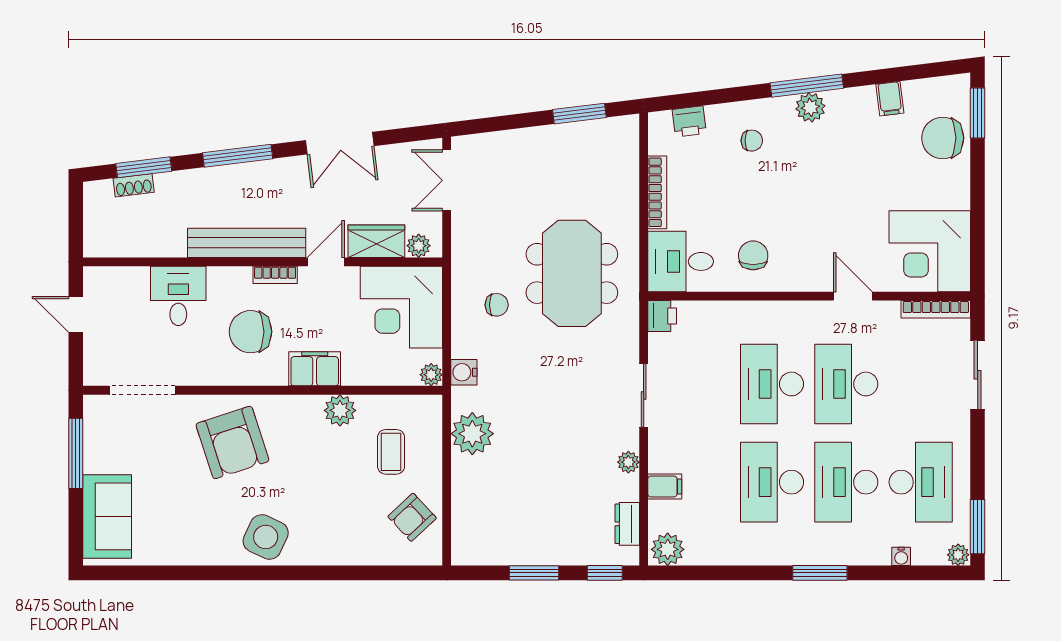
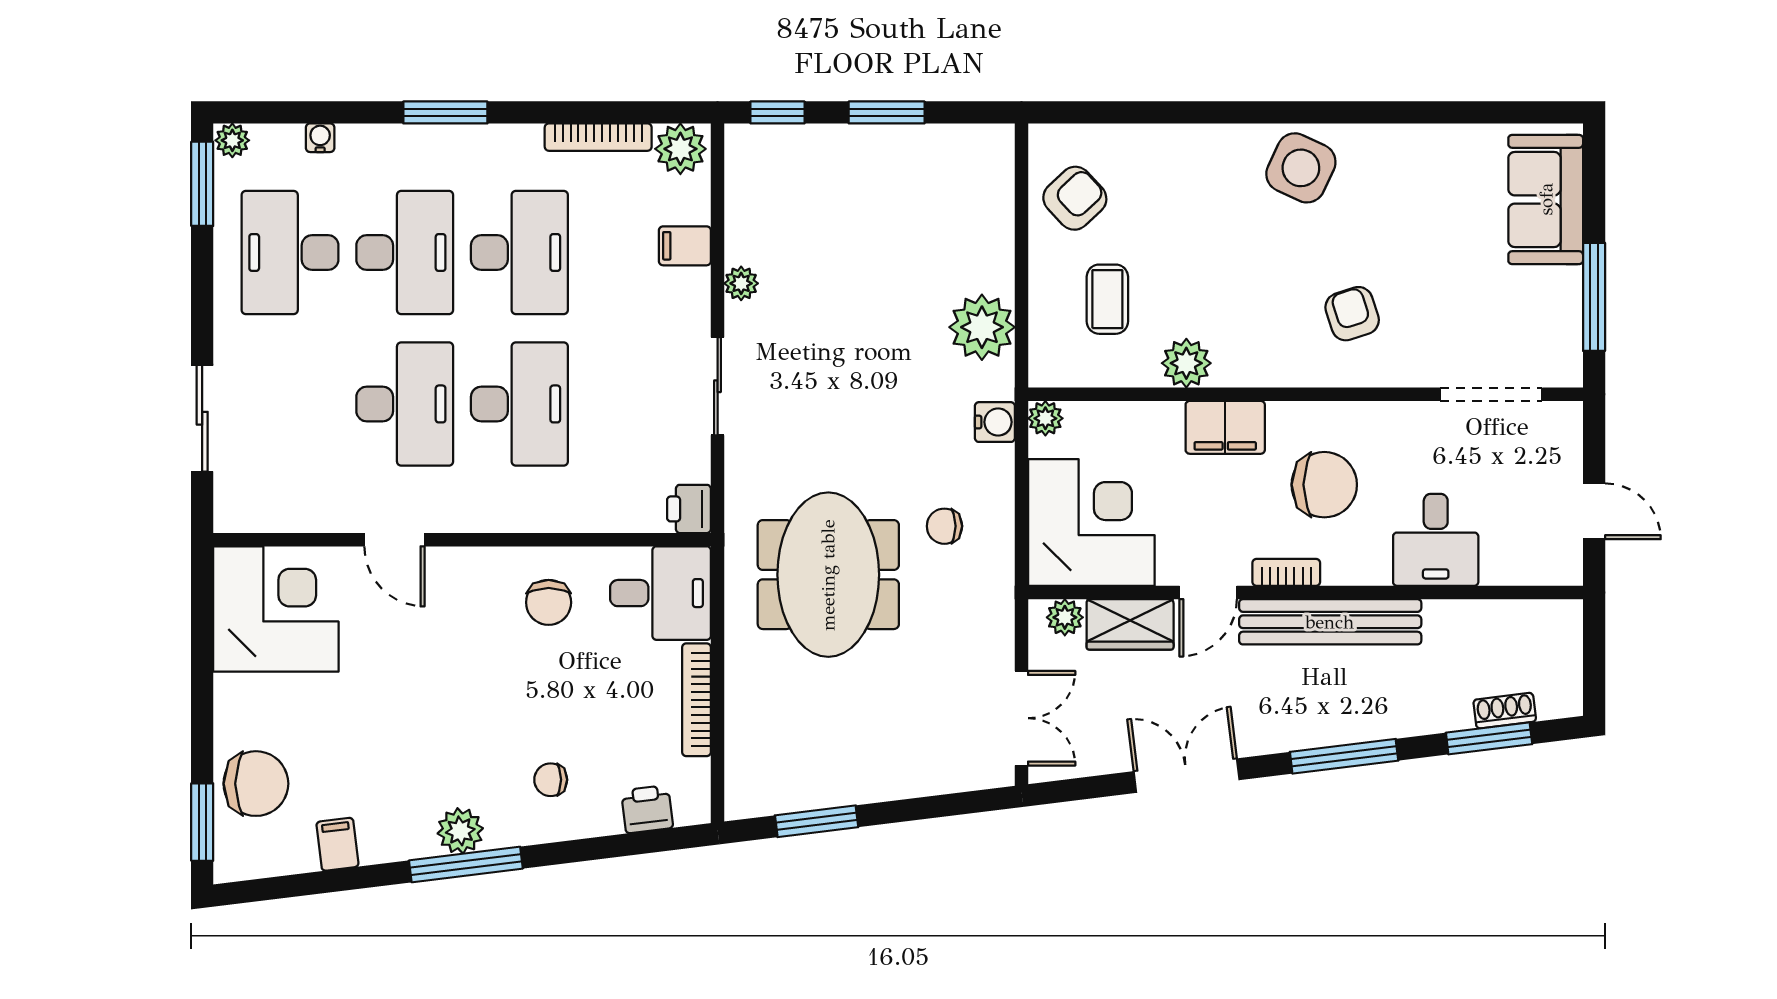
bookcase: (936, 309) -> (598, 137), moved, turned 180
armchair: (232, 442) -> (1352, 314), width x0.53, depth x0.53
dresser: (627, 524) -> (743, 188), removed

